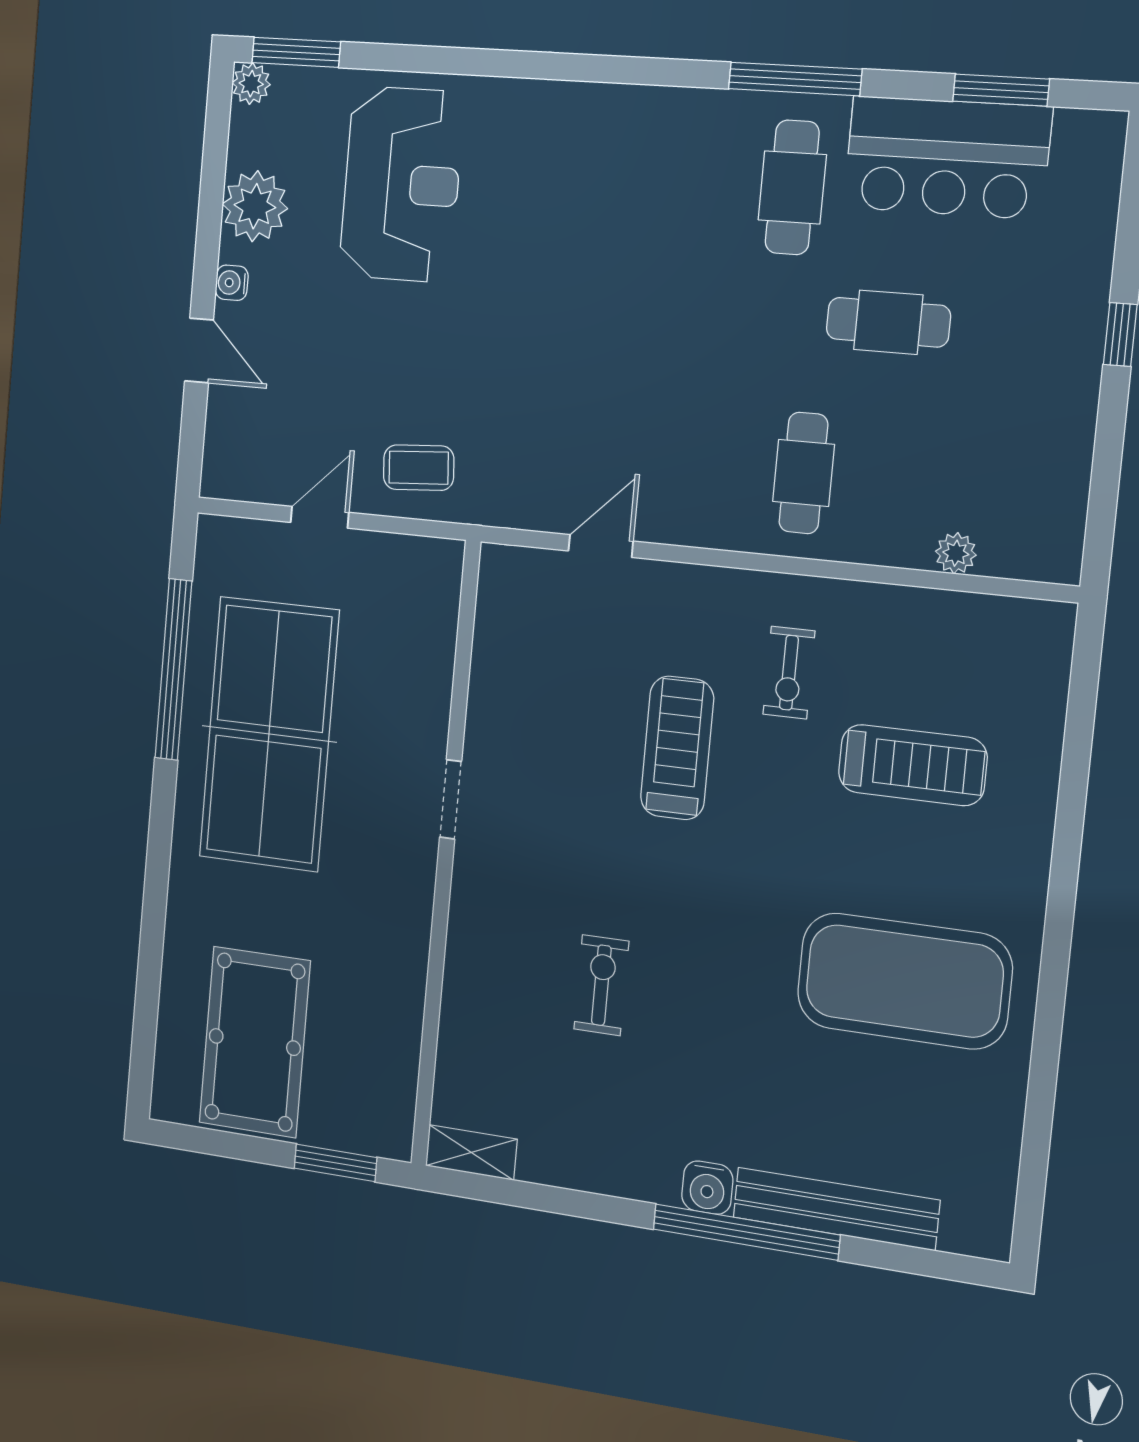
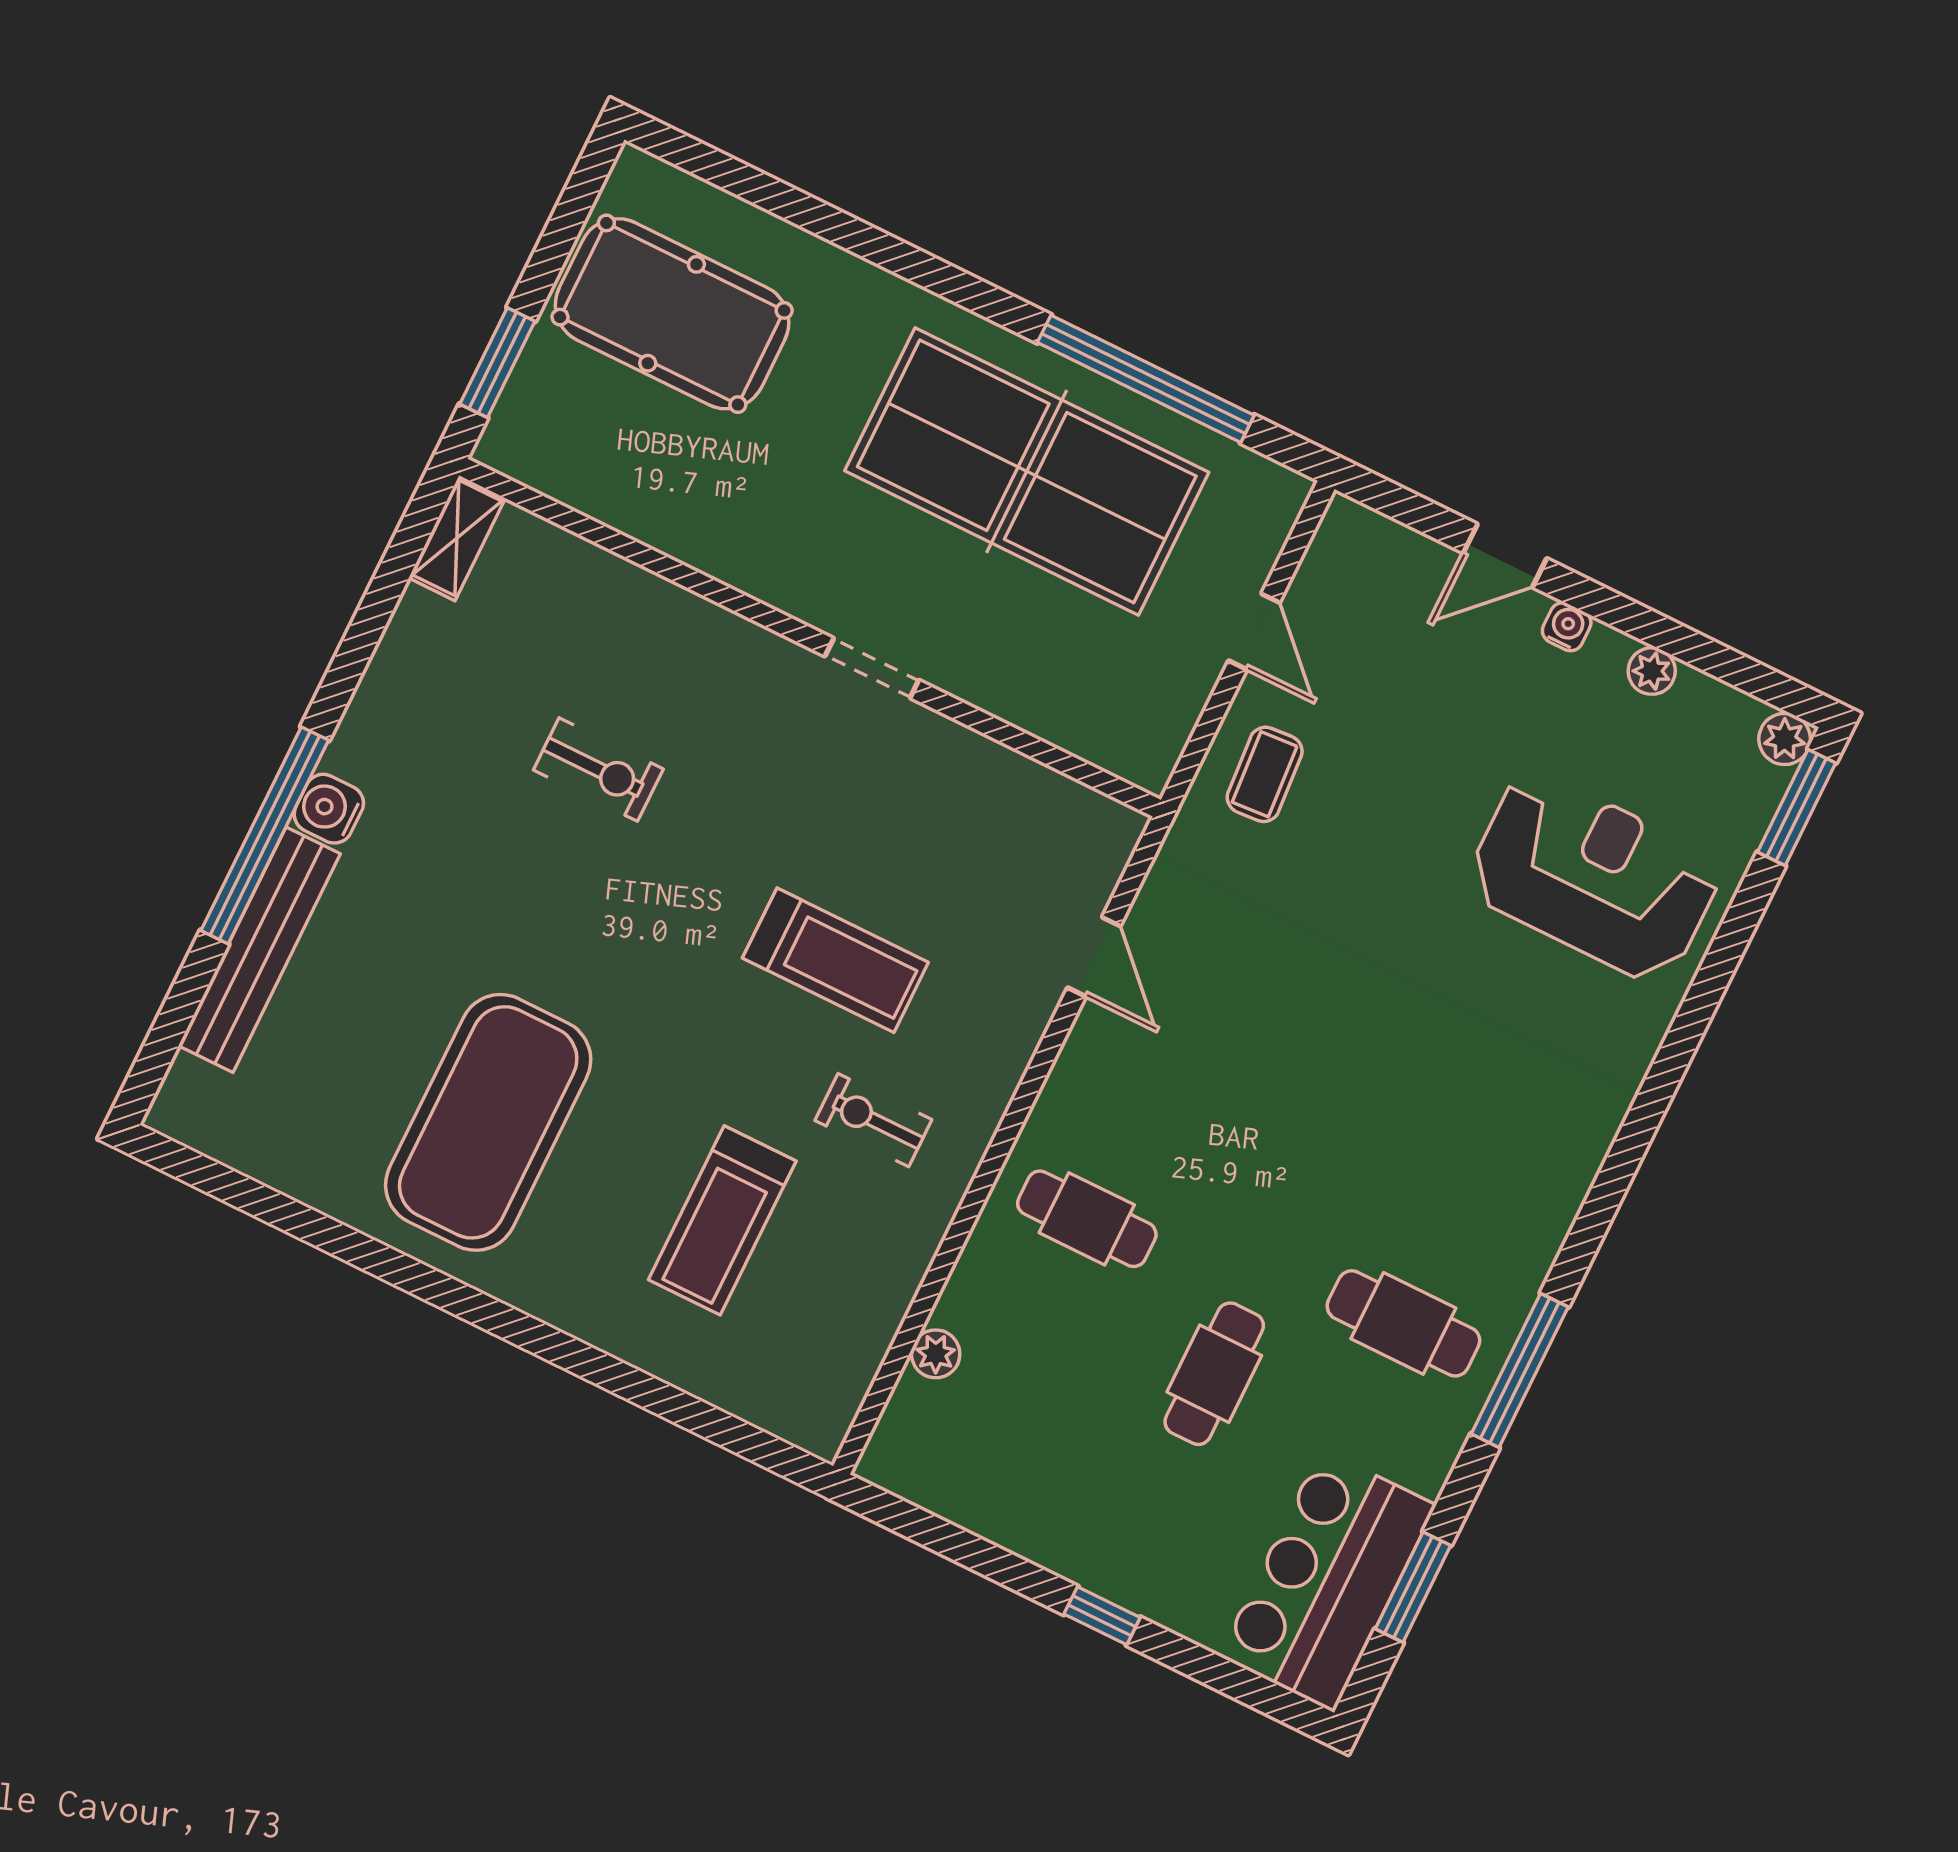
bar counter: (947, 157) -> (1328, 1580), moved
reception desk: (401, 184) -> (1594, 877), turned 180
plant: (255, 206) -> (1652, 671), width x0.53, depth x0.53

